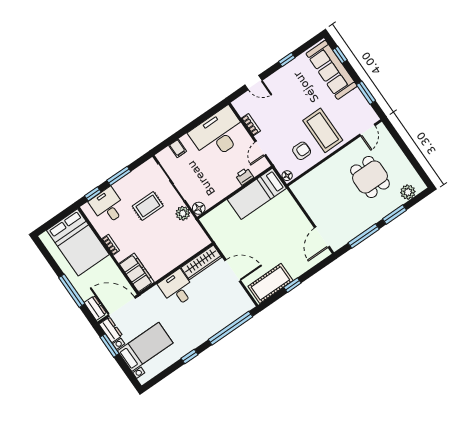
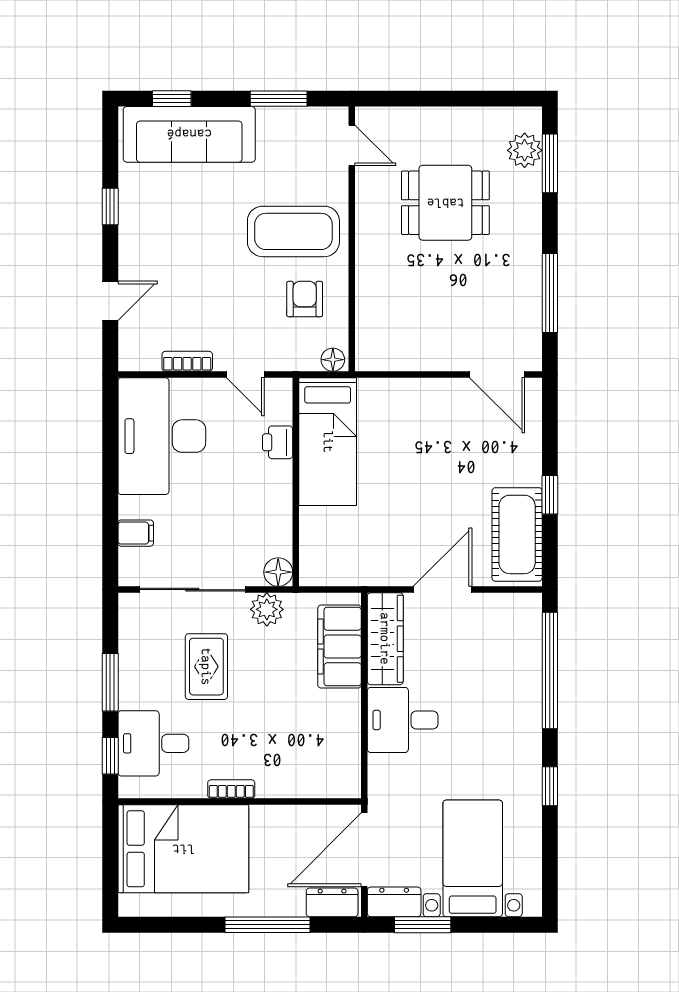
window: (395, 215) -> (550, 163), moved
filing cabinet: (137, 273) -> (340, 647), moved, turned -90

